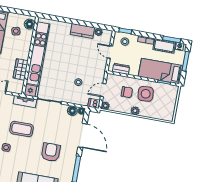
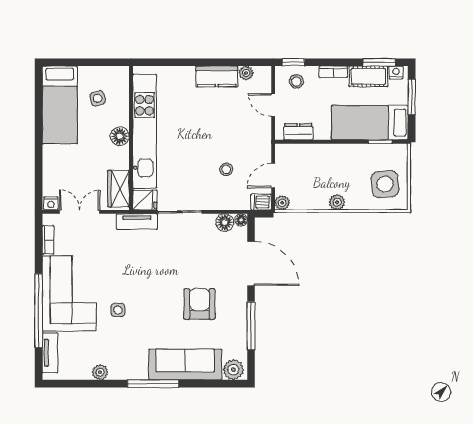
floor lamp: (30, 24) -> (120, 136), moved
wardrobe: (21, 69) -> (118, 189), moved
chair: (127, 92) -> (316, 172), removed
side table: (146, 94) -> (385, 184), moved
coffee table: (22, 129) -> (140, 272), removed

